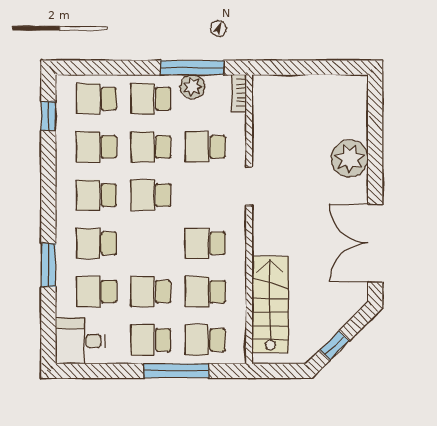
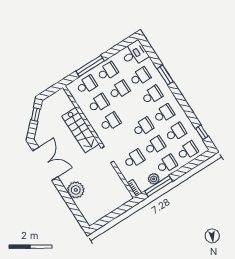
stairs: (270, 305) -> (80, 130), moved

